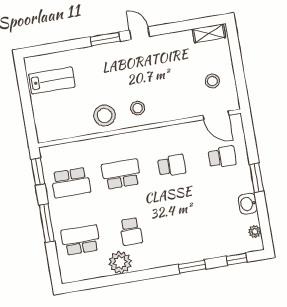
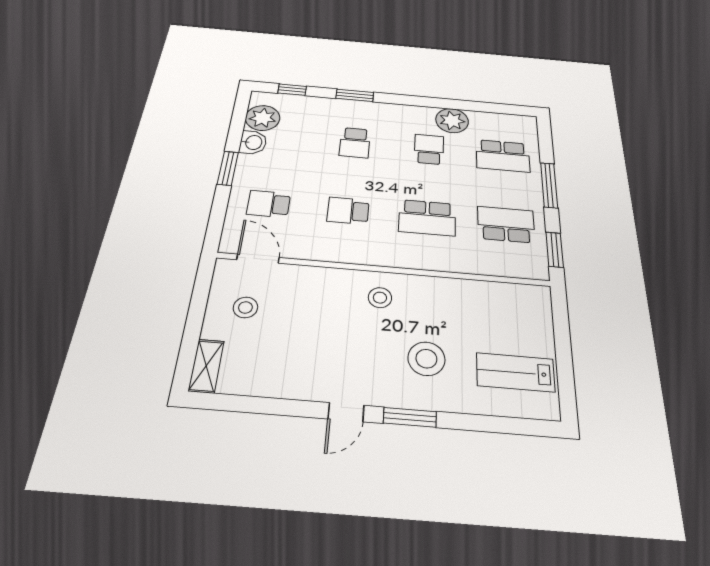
door: (140, 33) -> (346, 412), hinge flipped
shelving: (209, 33) -> (206, 366), moved, turned 90
stool: (105, 115) -> (426, 359), moved
school desk: (181, 223) -> (355, 143), added
plant: (255, 231) -> (263, 118), width x1.88, depth x1.88

